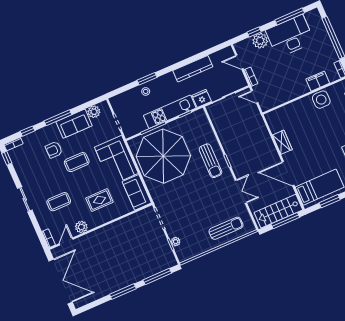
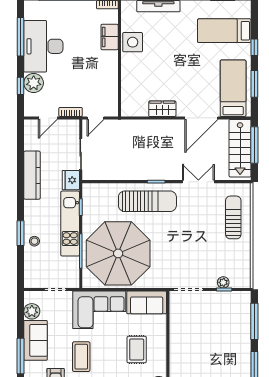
sun lounger: (210, 161) -> (147, 201), width x1.36, depth x1.34

